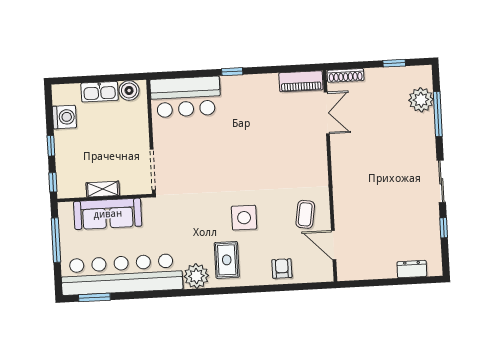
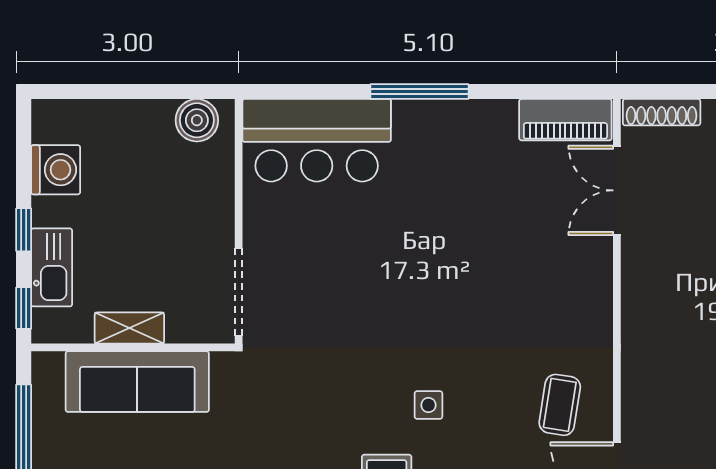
window: (232, 72) -> (419, 92), width x2.17
kitchen sink: (100, 92) -> (52, 267), moved, turned -90
double door: (327, 113) -> (617, 190), swing flipped
side table: (244, 218) -> (428, 405), width x0.54, depth x0.54

